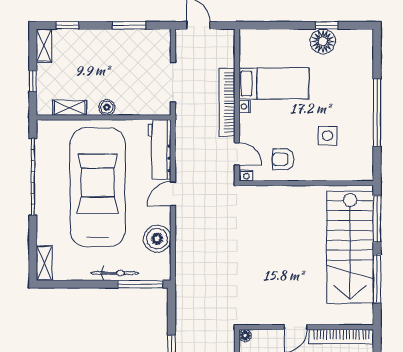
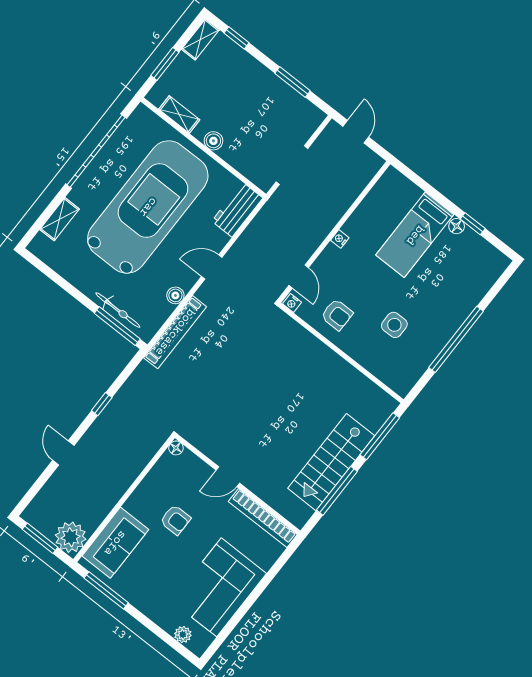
floor lamp: (323, 41) -> (457, 226), width x0.53, depth x0.53
window: (33, 81) -> (165, 64), width x1.50
bed: (274, 83) -> (415, 235), moved, turned 90
bookcase: (227, 102) -> (175, 332), moved, turned 180
workbench: (160, 149) -> (237, 210), width x0.73
armchair: (283, 159) -> (337, 315), turned 180
boiler: (157, 239) -> (175, 295), width x0.54, depth x0.54
stairs: (350, 247) -> (331, 462), width x0.73, depth x0.66
shelving: (44, 263) -> (60, 219), moved
bicycle: (115, 273) -> (118, 310), moved

